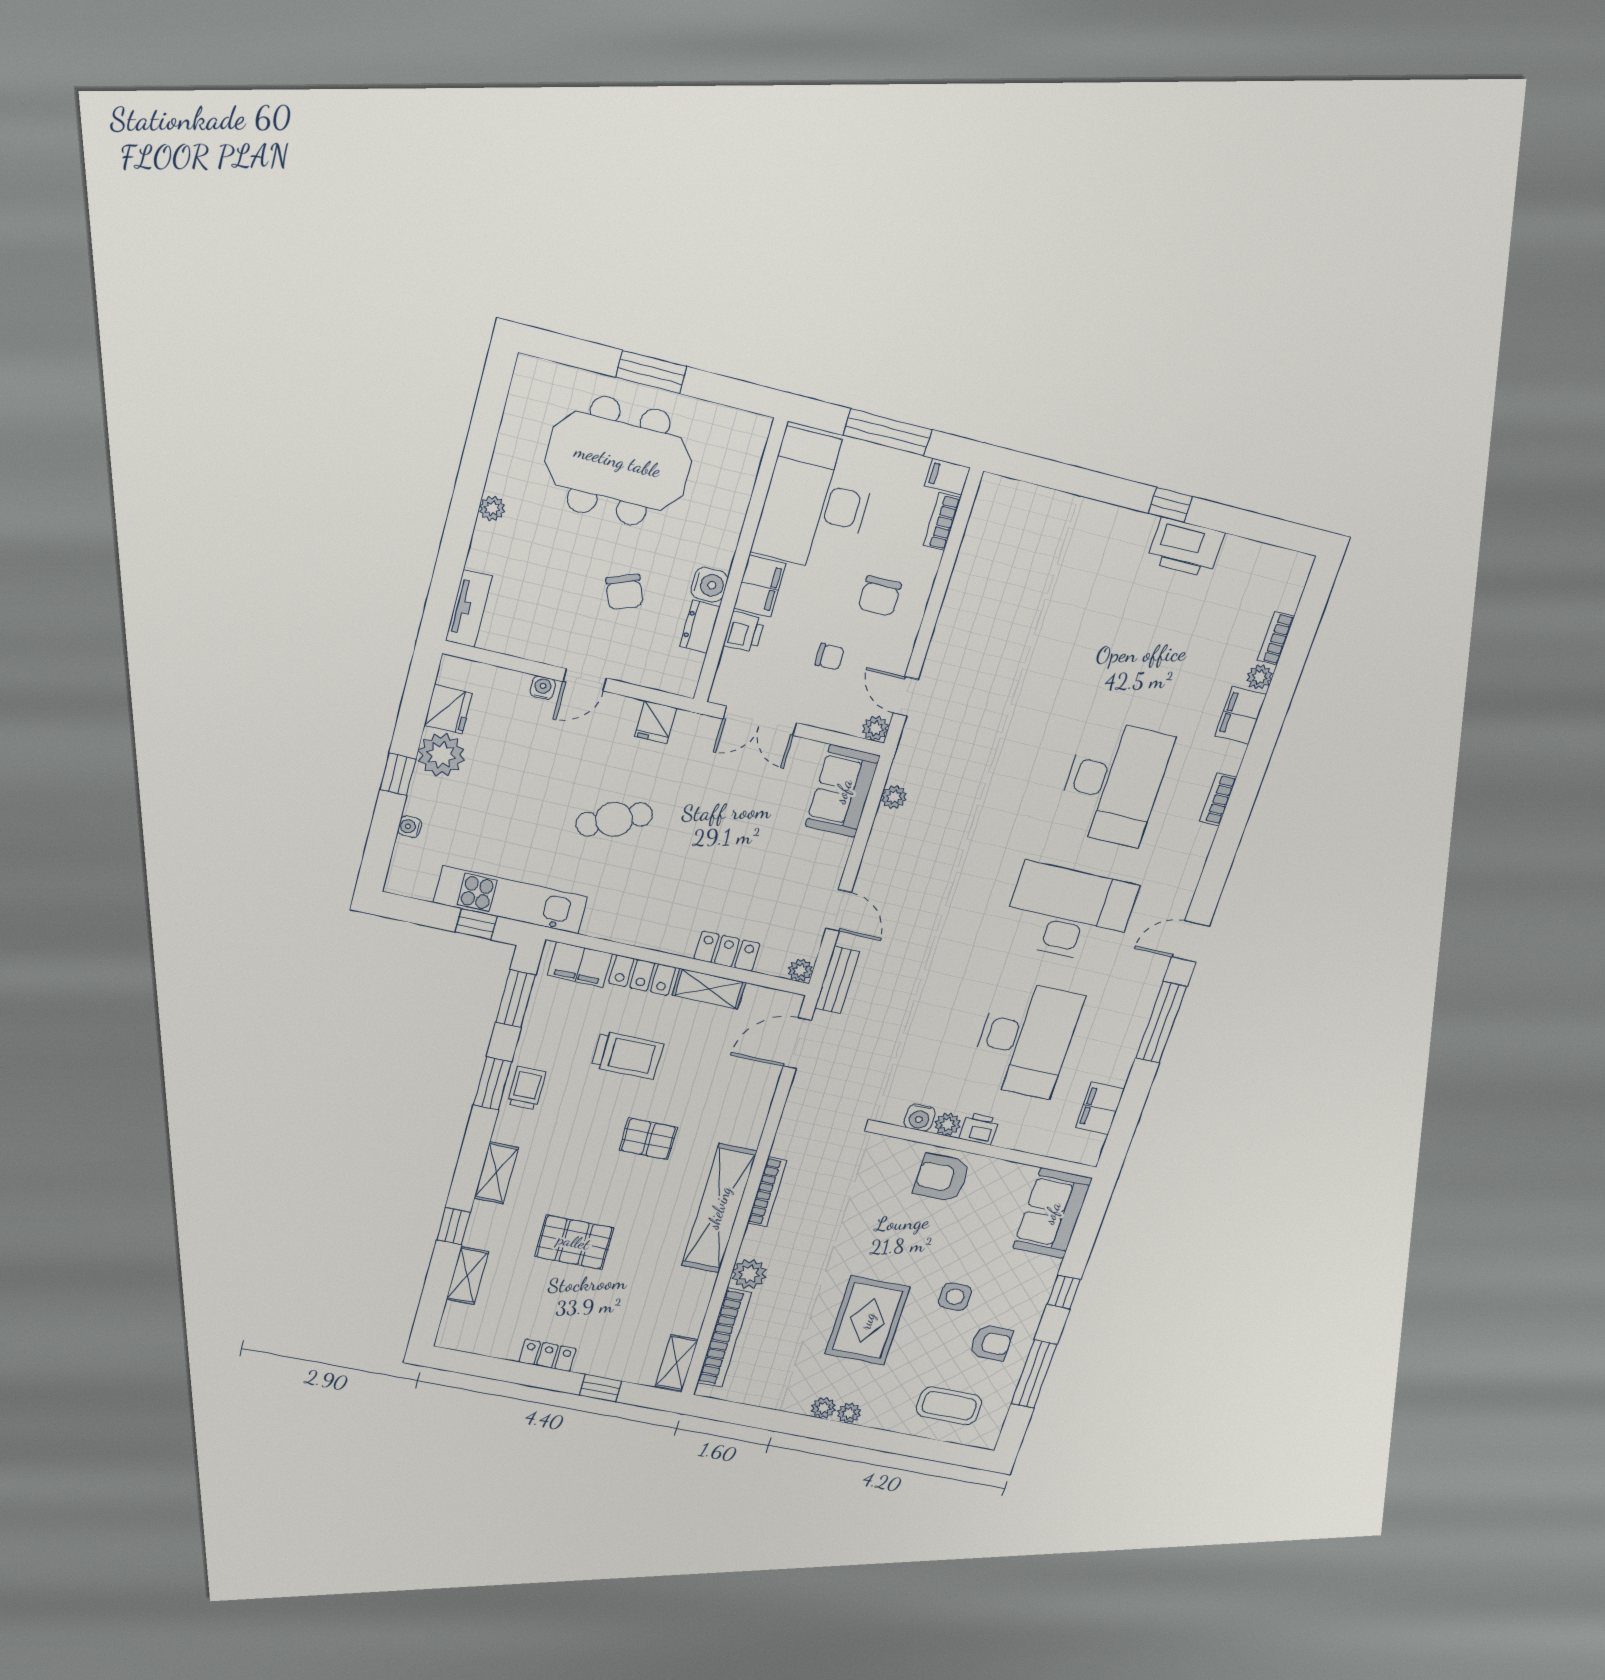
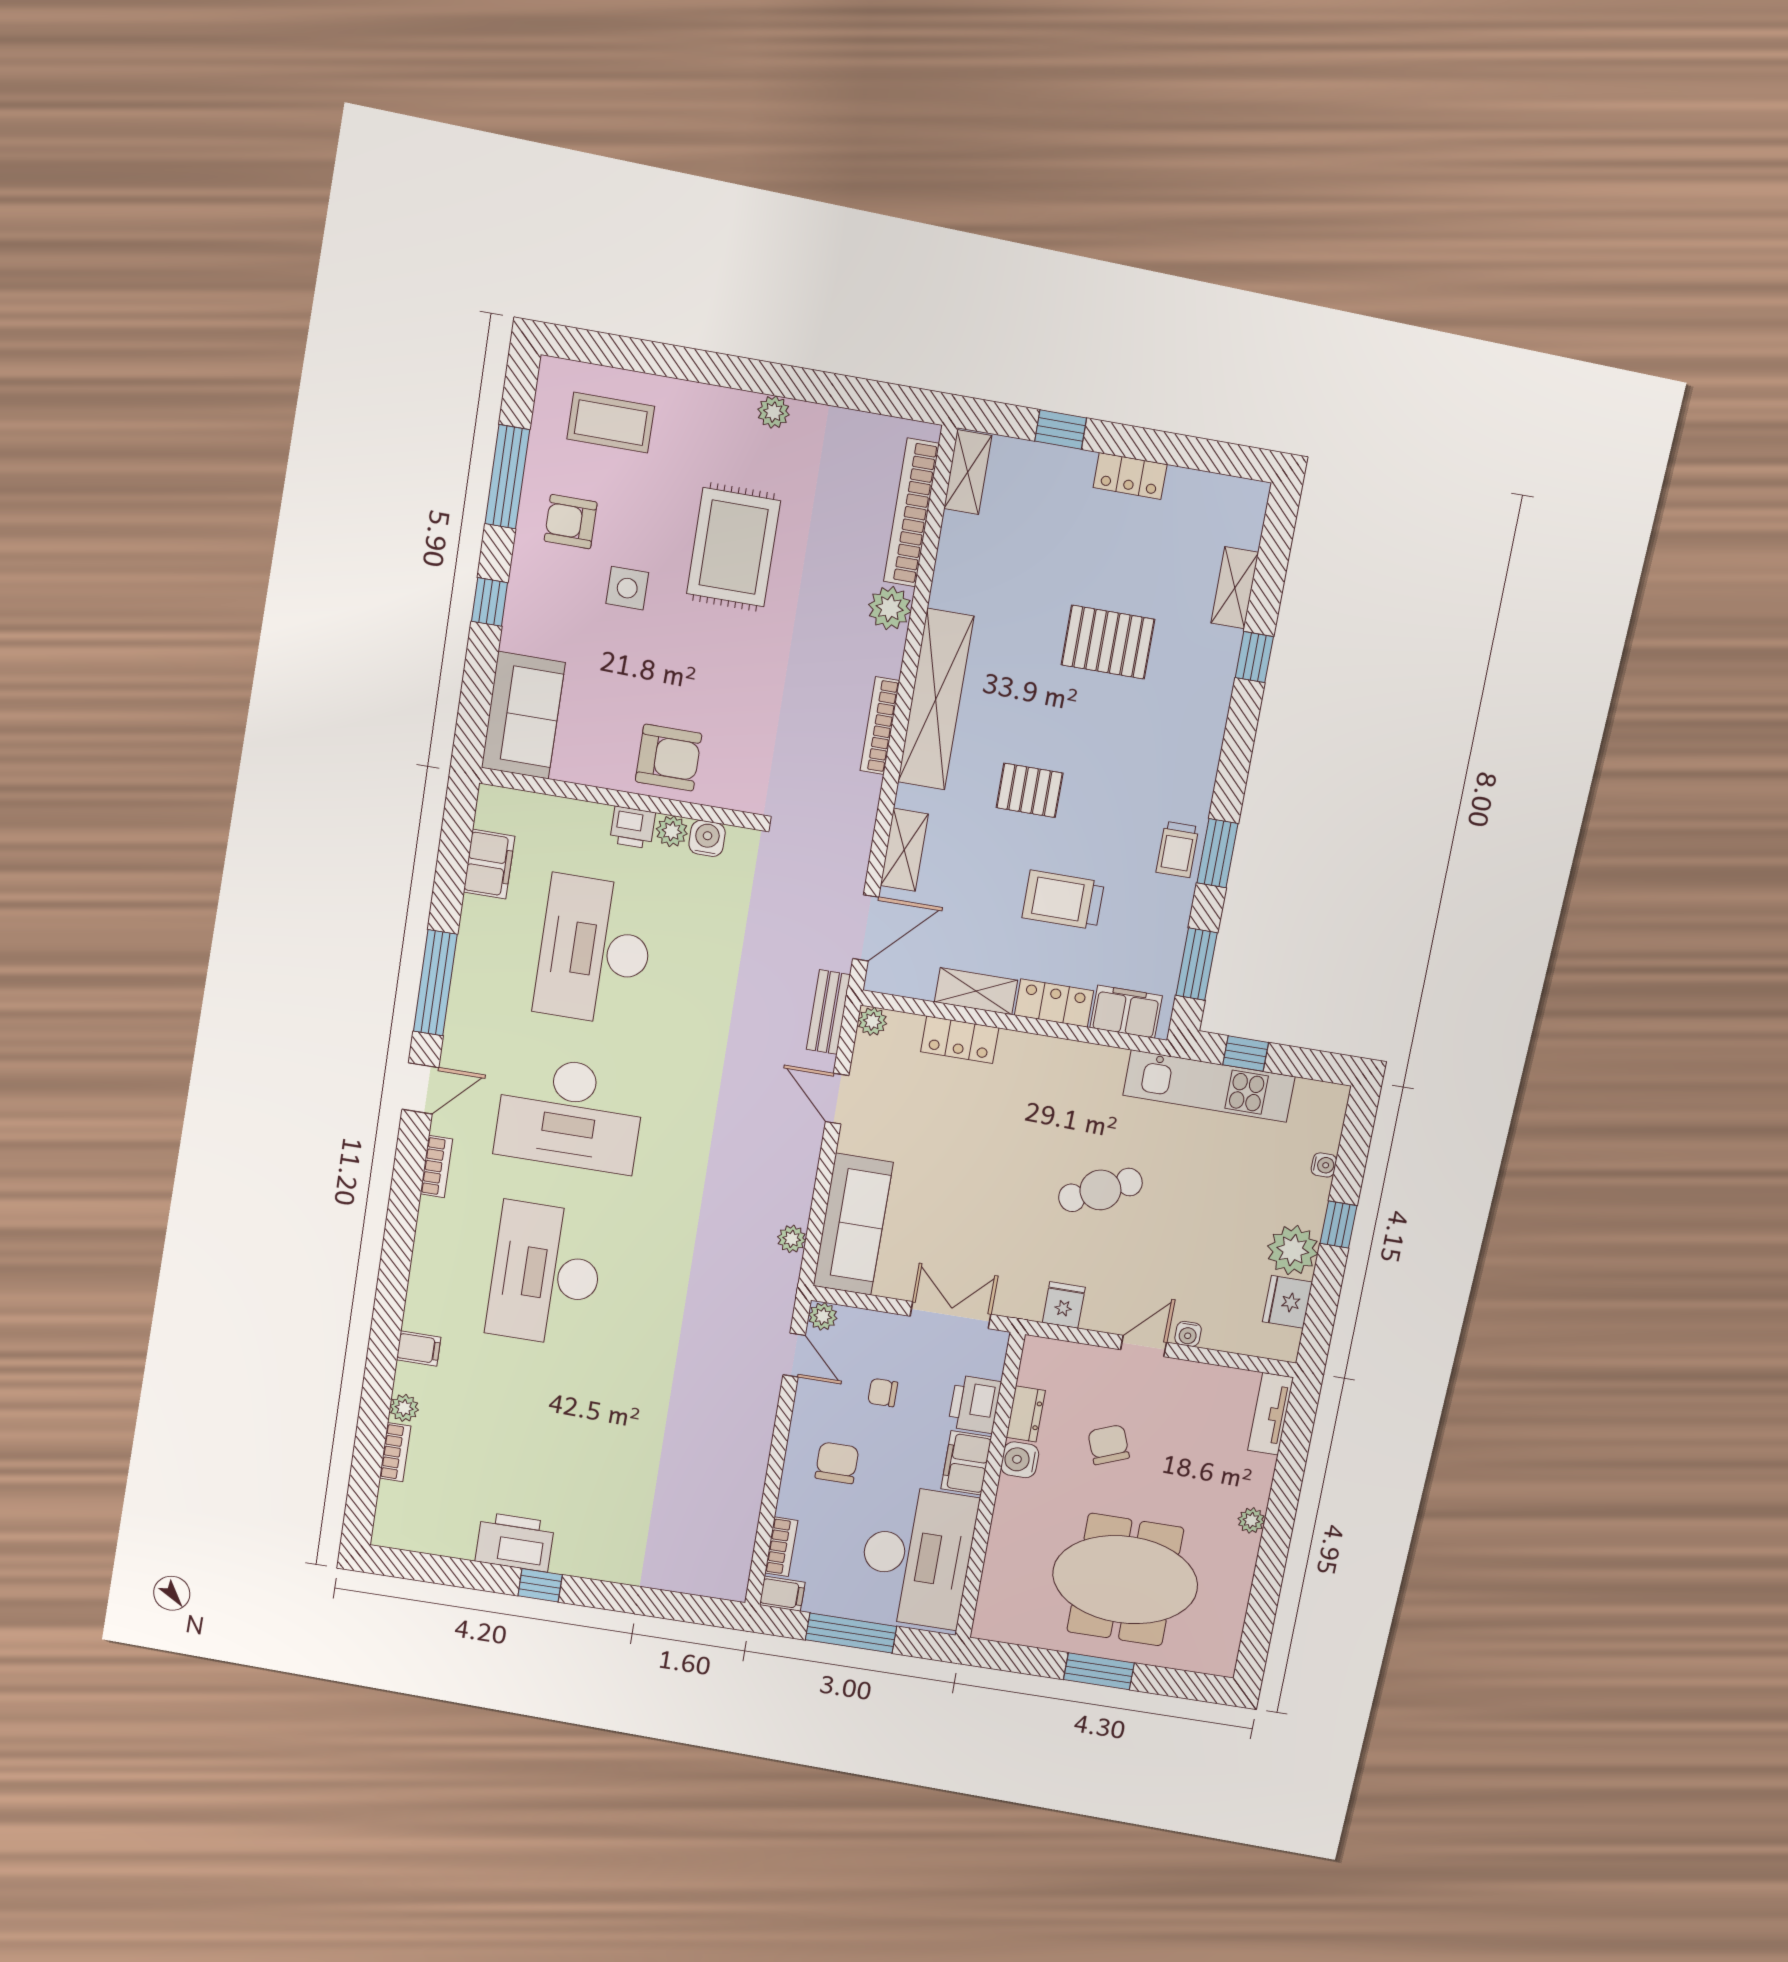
printer: (744, 632) -> (975, 1404), width x1.36, depth x1.24
filing cabinet: (1241, 715) -> (419, 1349), width x0.50
sofa: (843, 791) -> (853, 1224), width x1.36
bookcase: (1218, 799) -> (436, 1166), moved
shelving: (496, 1173) -> (904, 850), moved
plant: (849, 1413) -> (739, 405), removed

